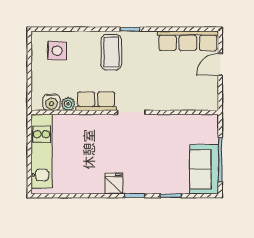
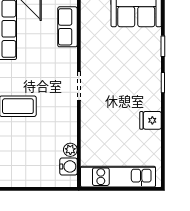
side table: (57, 51) -> (16, 161), removed
row of seats: (96, 101) -> (67, 27), moved
fridge: (114, 184) -> (151, 120), moved

